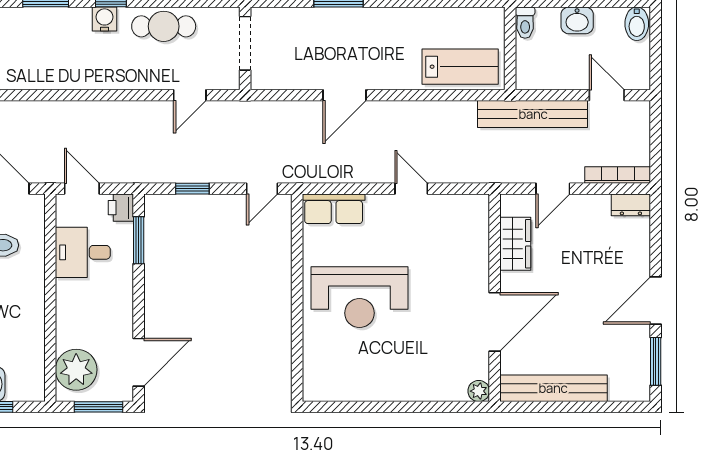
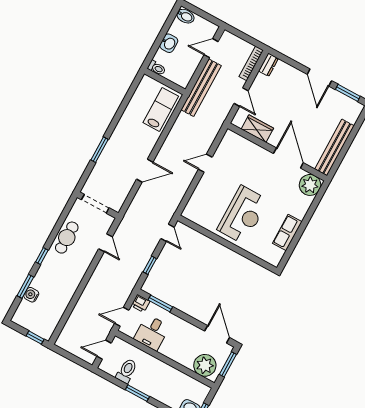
water cooler: (104, 19) -> (31, 295), moved
door: (345, 95) -> (145, 171), hinge flipped
row of seats: (334, 209) -> (287, 233), moved, turned 180
plant: (479, 391) -> (310, 185), width x1.87, depth x1.87

